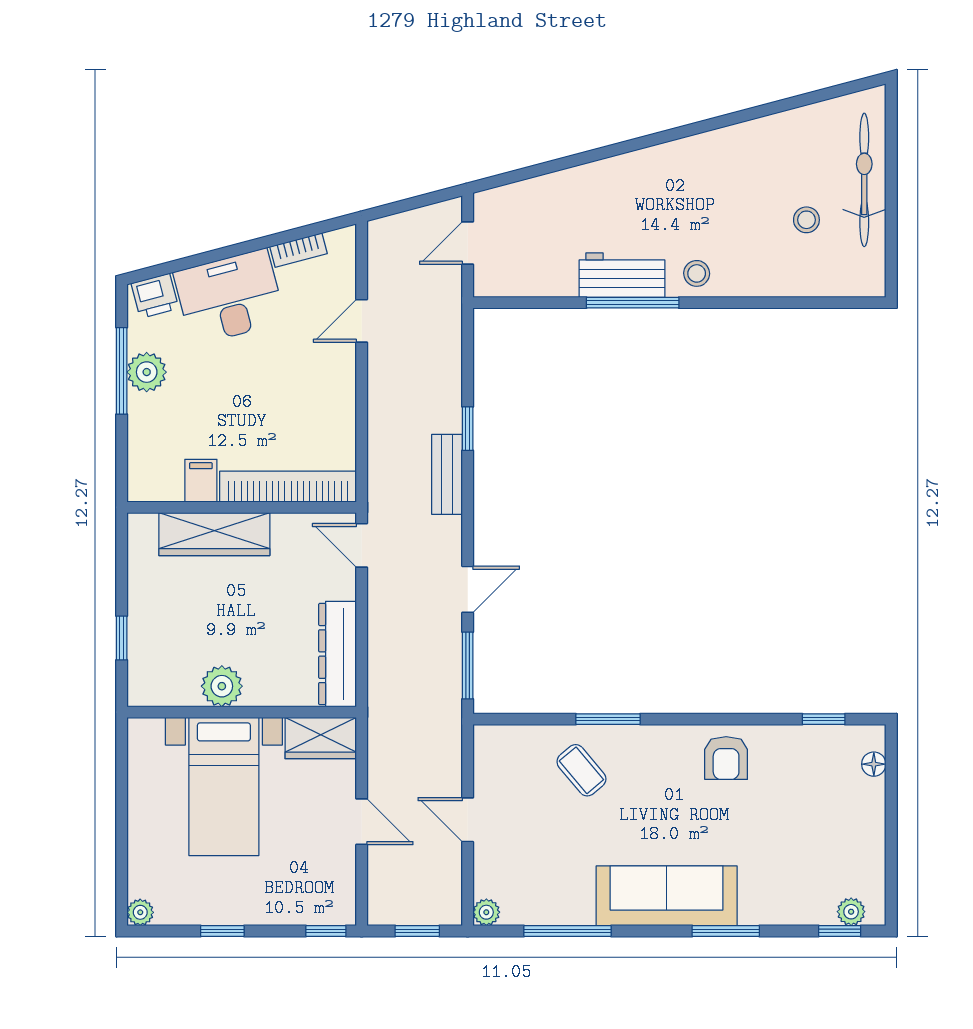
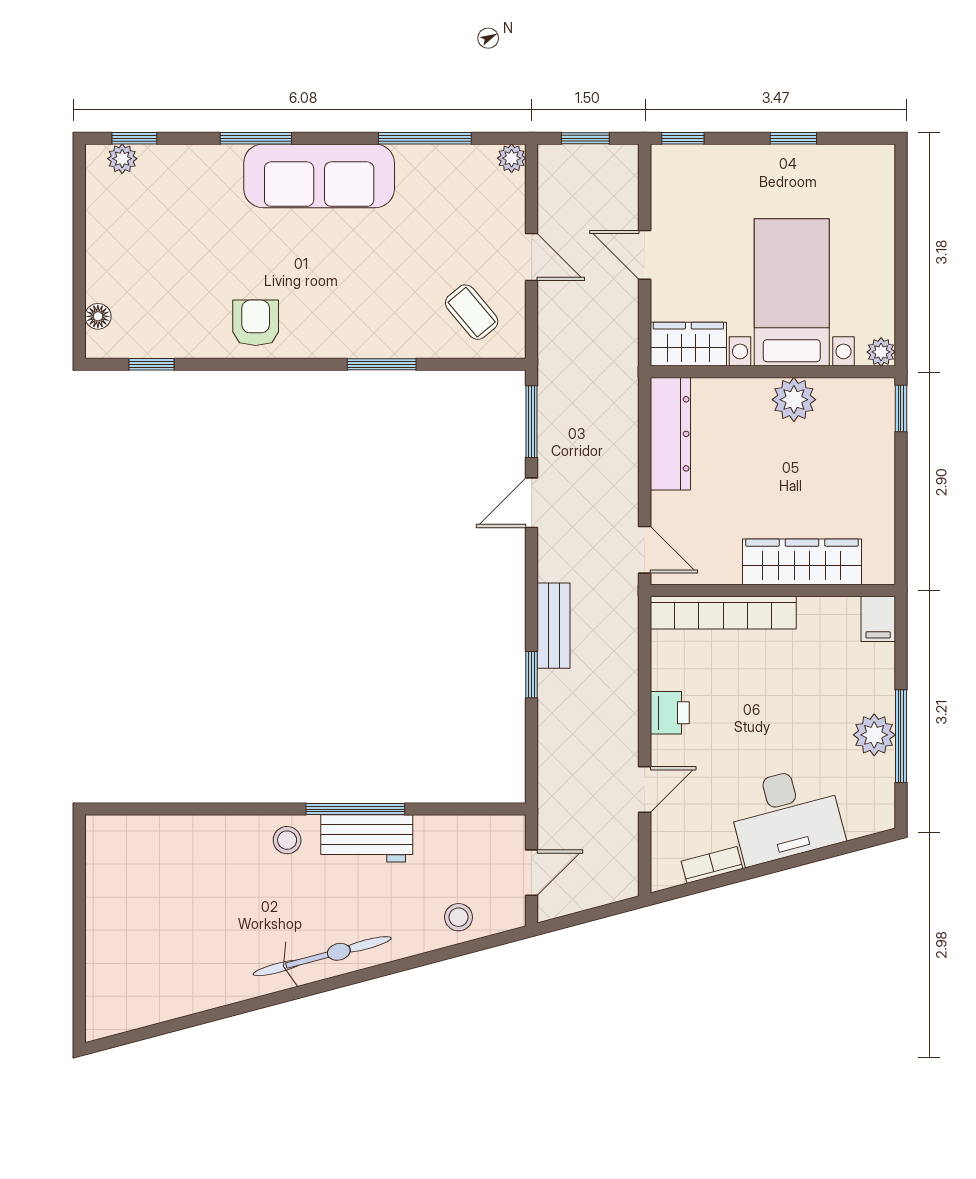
bicycle: (864, 180) -> (322, 956), moved, turned -105
stool: (806, 220) -> (459, 917), moved
printer: (155, 296) -> (670, 713), moved, turned 105
filing cabinet: (201, 481) -> (878, 619), moved
window: (122, 638) -> (901, 408), moved
coffee table: (581, 770) -> (472, 312), moved
plant: (140, 912) -> (881, 352), moved

